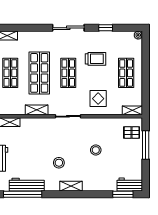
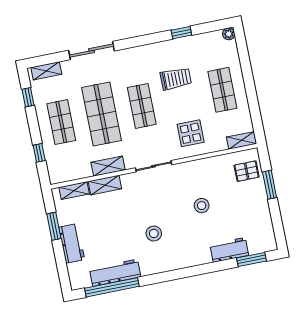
sliding door: (68, 28) -> (92, 51), moved
window: (146, 145) -> (270, 185), width x0.69
workbench: (130, 184) -> (229, 250), moved
shelving: (71, 186) -> (105, 185), moved

